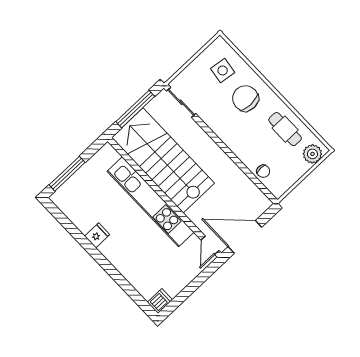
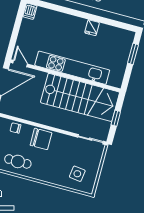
chair: (245, 98) -> (41, 139), moved
window: (135, 109) -> (116, 118), width x0.46
window: (67, 174) -> (133, 54), width x0.69

